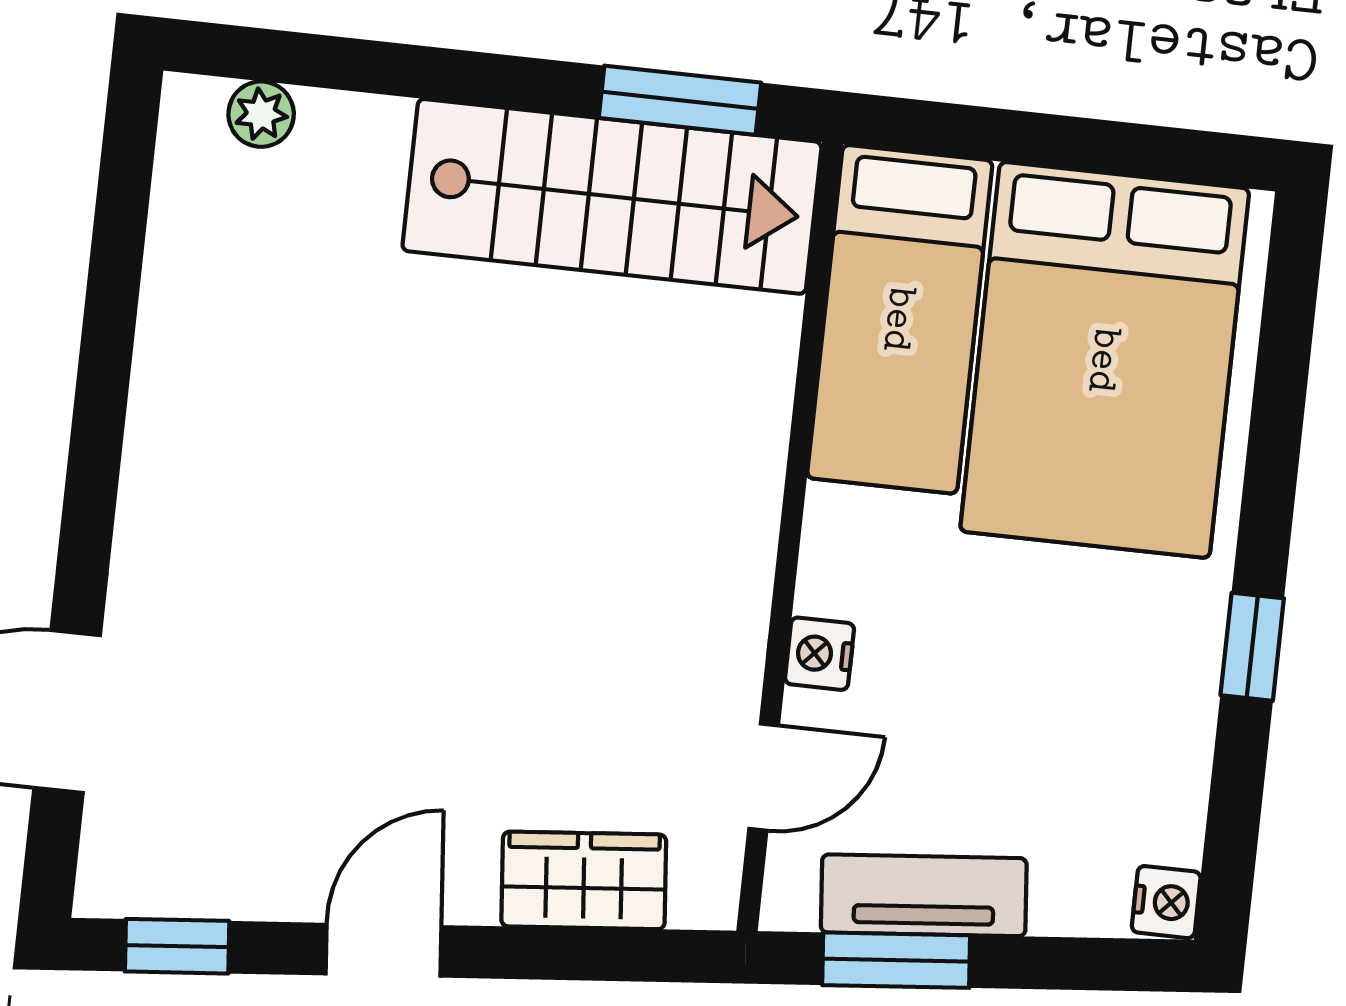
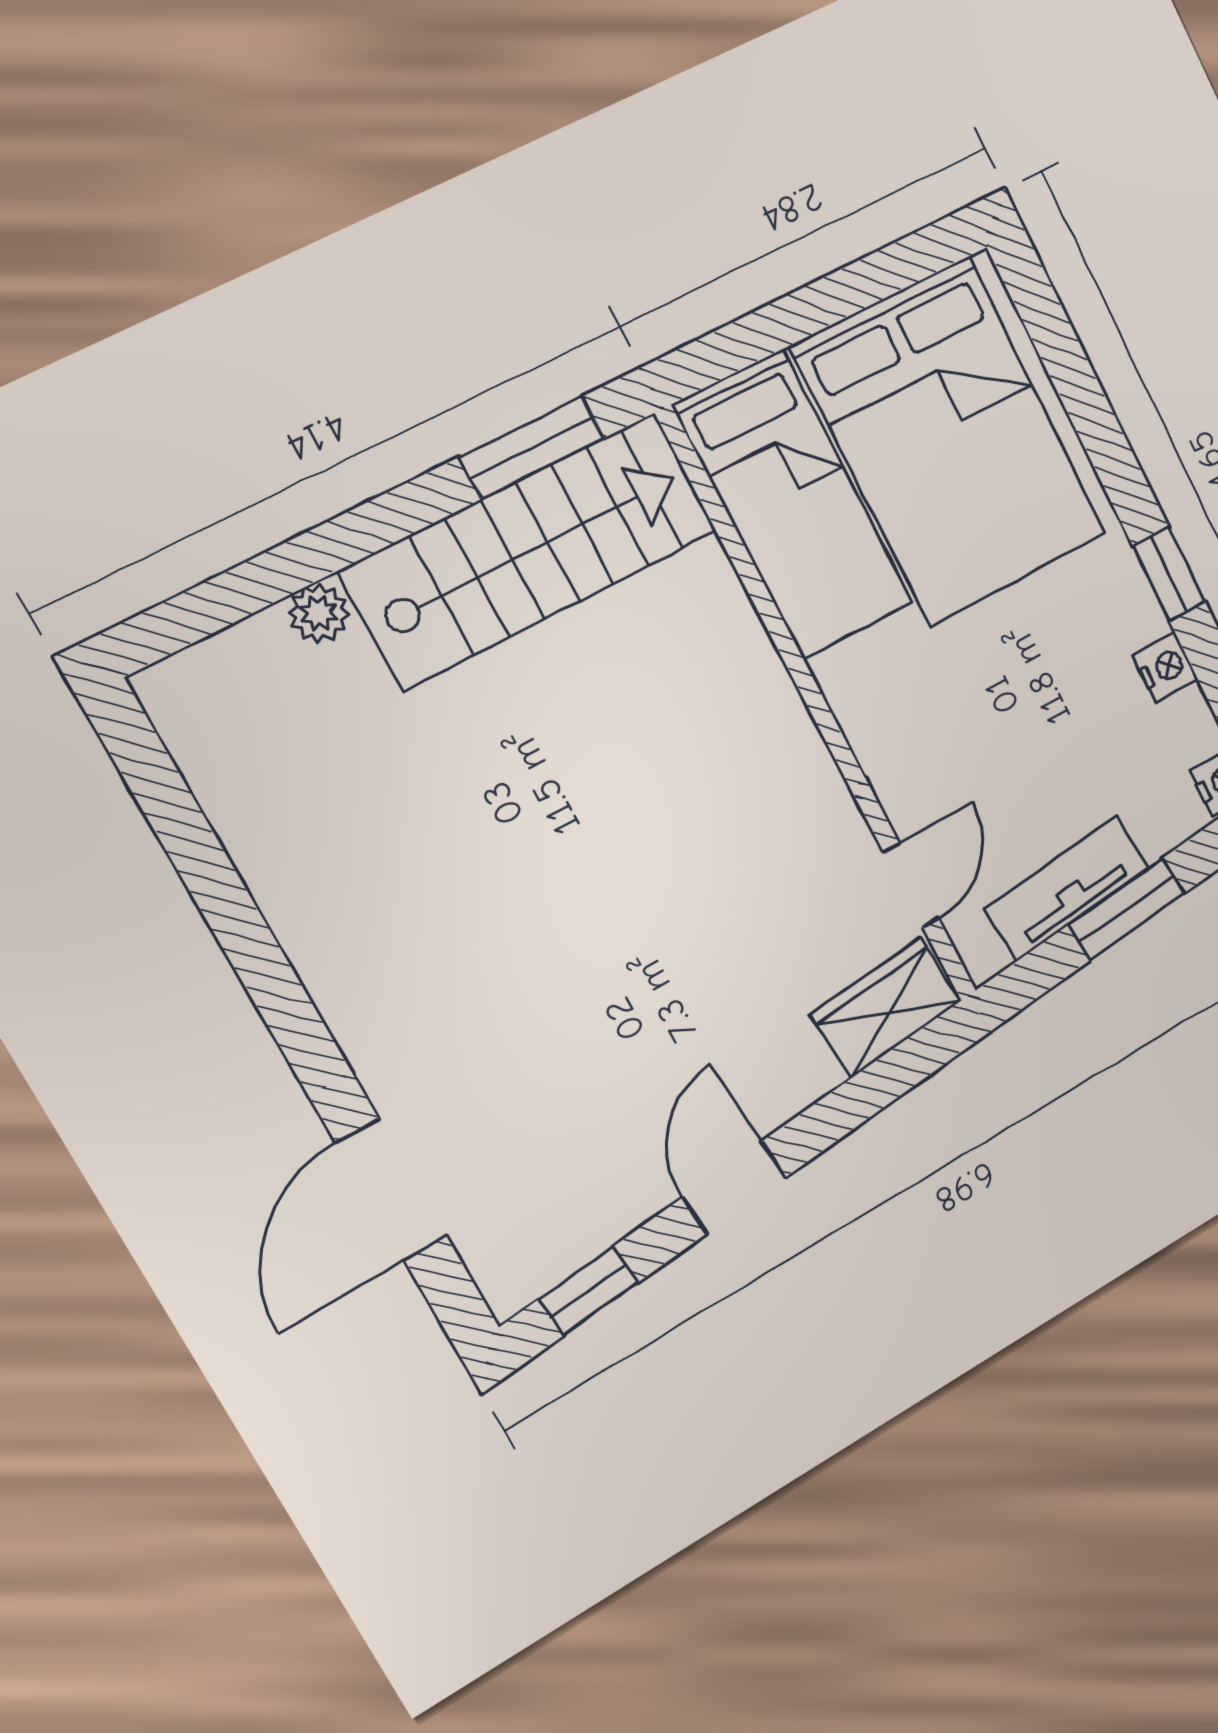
plant: (261, 114) -> (319, 613), moved
nightstand: (820, 654) -> (1166, 667), moved, turned 180
wardrobe: (584, 880) -> (886, 1008), moved
window: (896, 960) -> (1127, 909), moved

